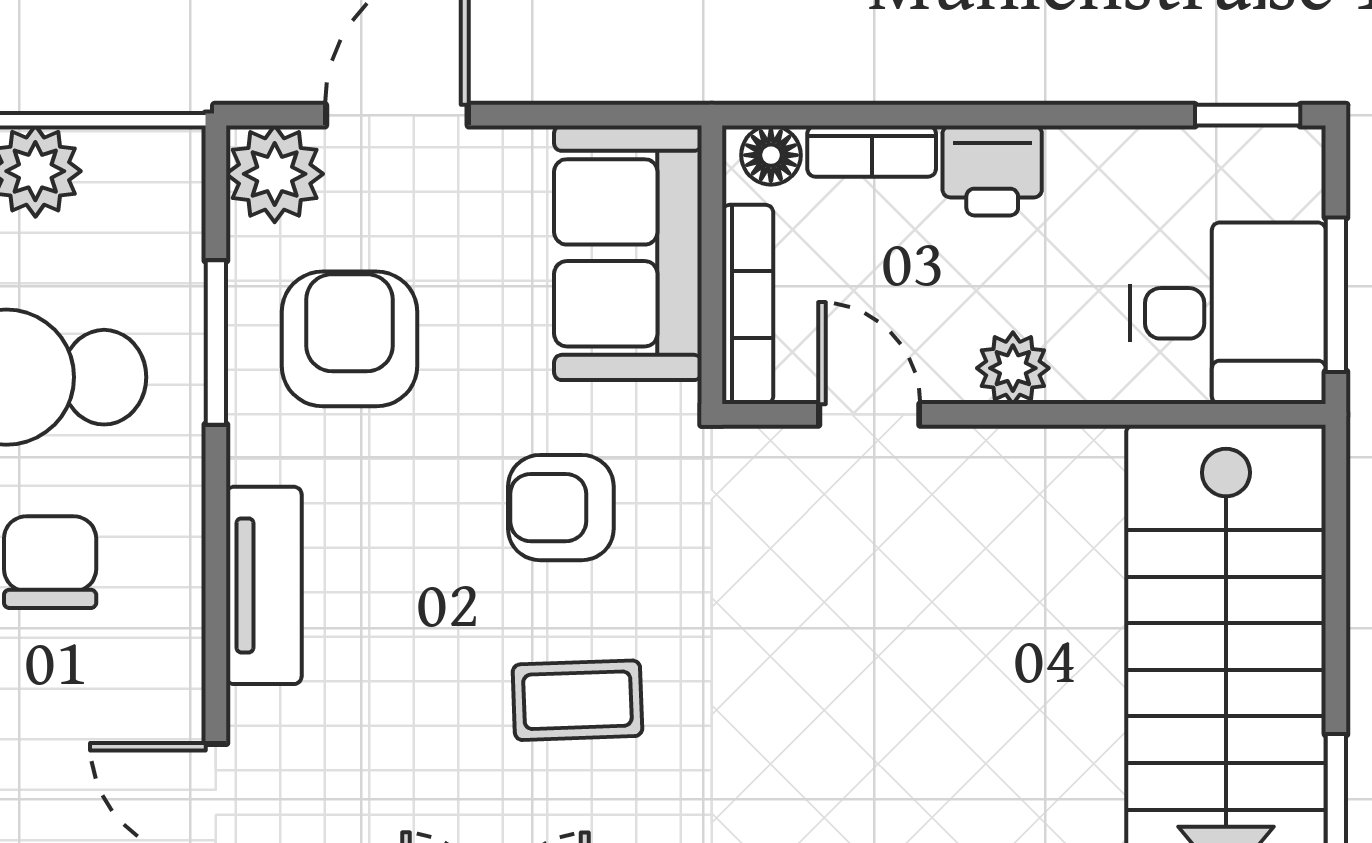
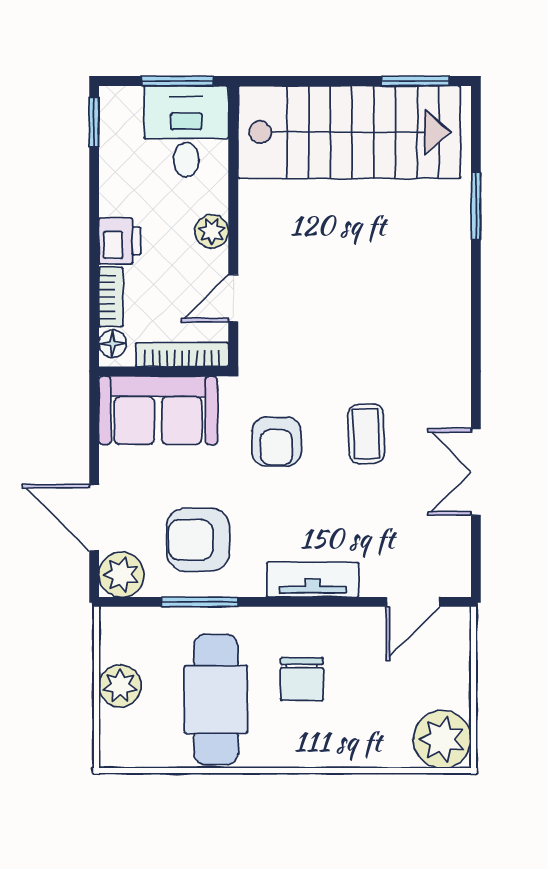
chair: (50, 562) -> (302, 679), turned -90

